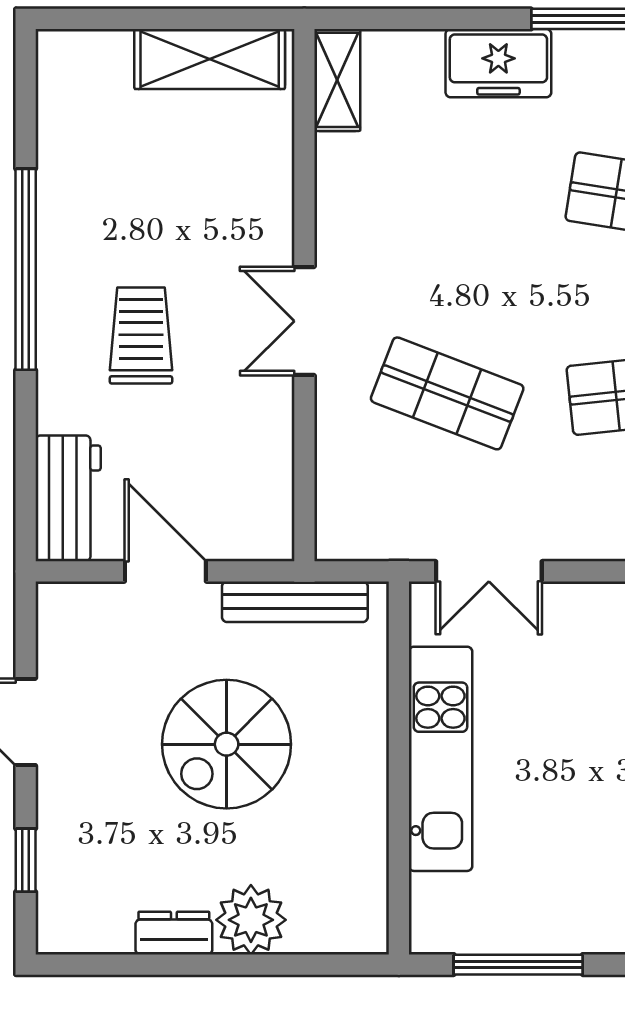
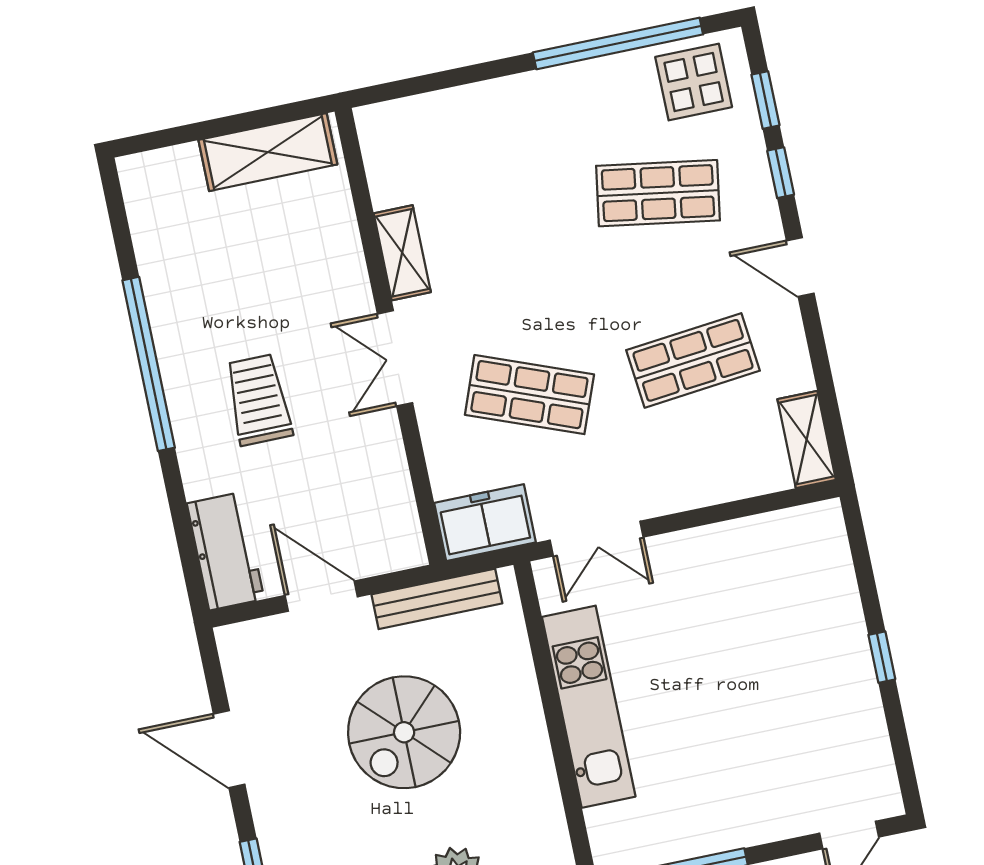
freezer: (498, 63) -> (485, 523), moved, turned 180
shelving: (337, 80) -> (402, 253), moved

